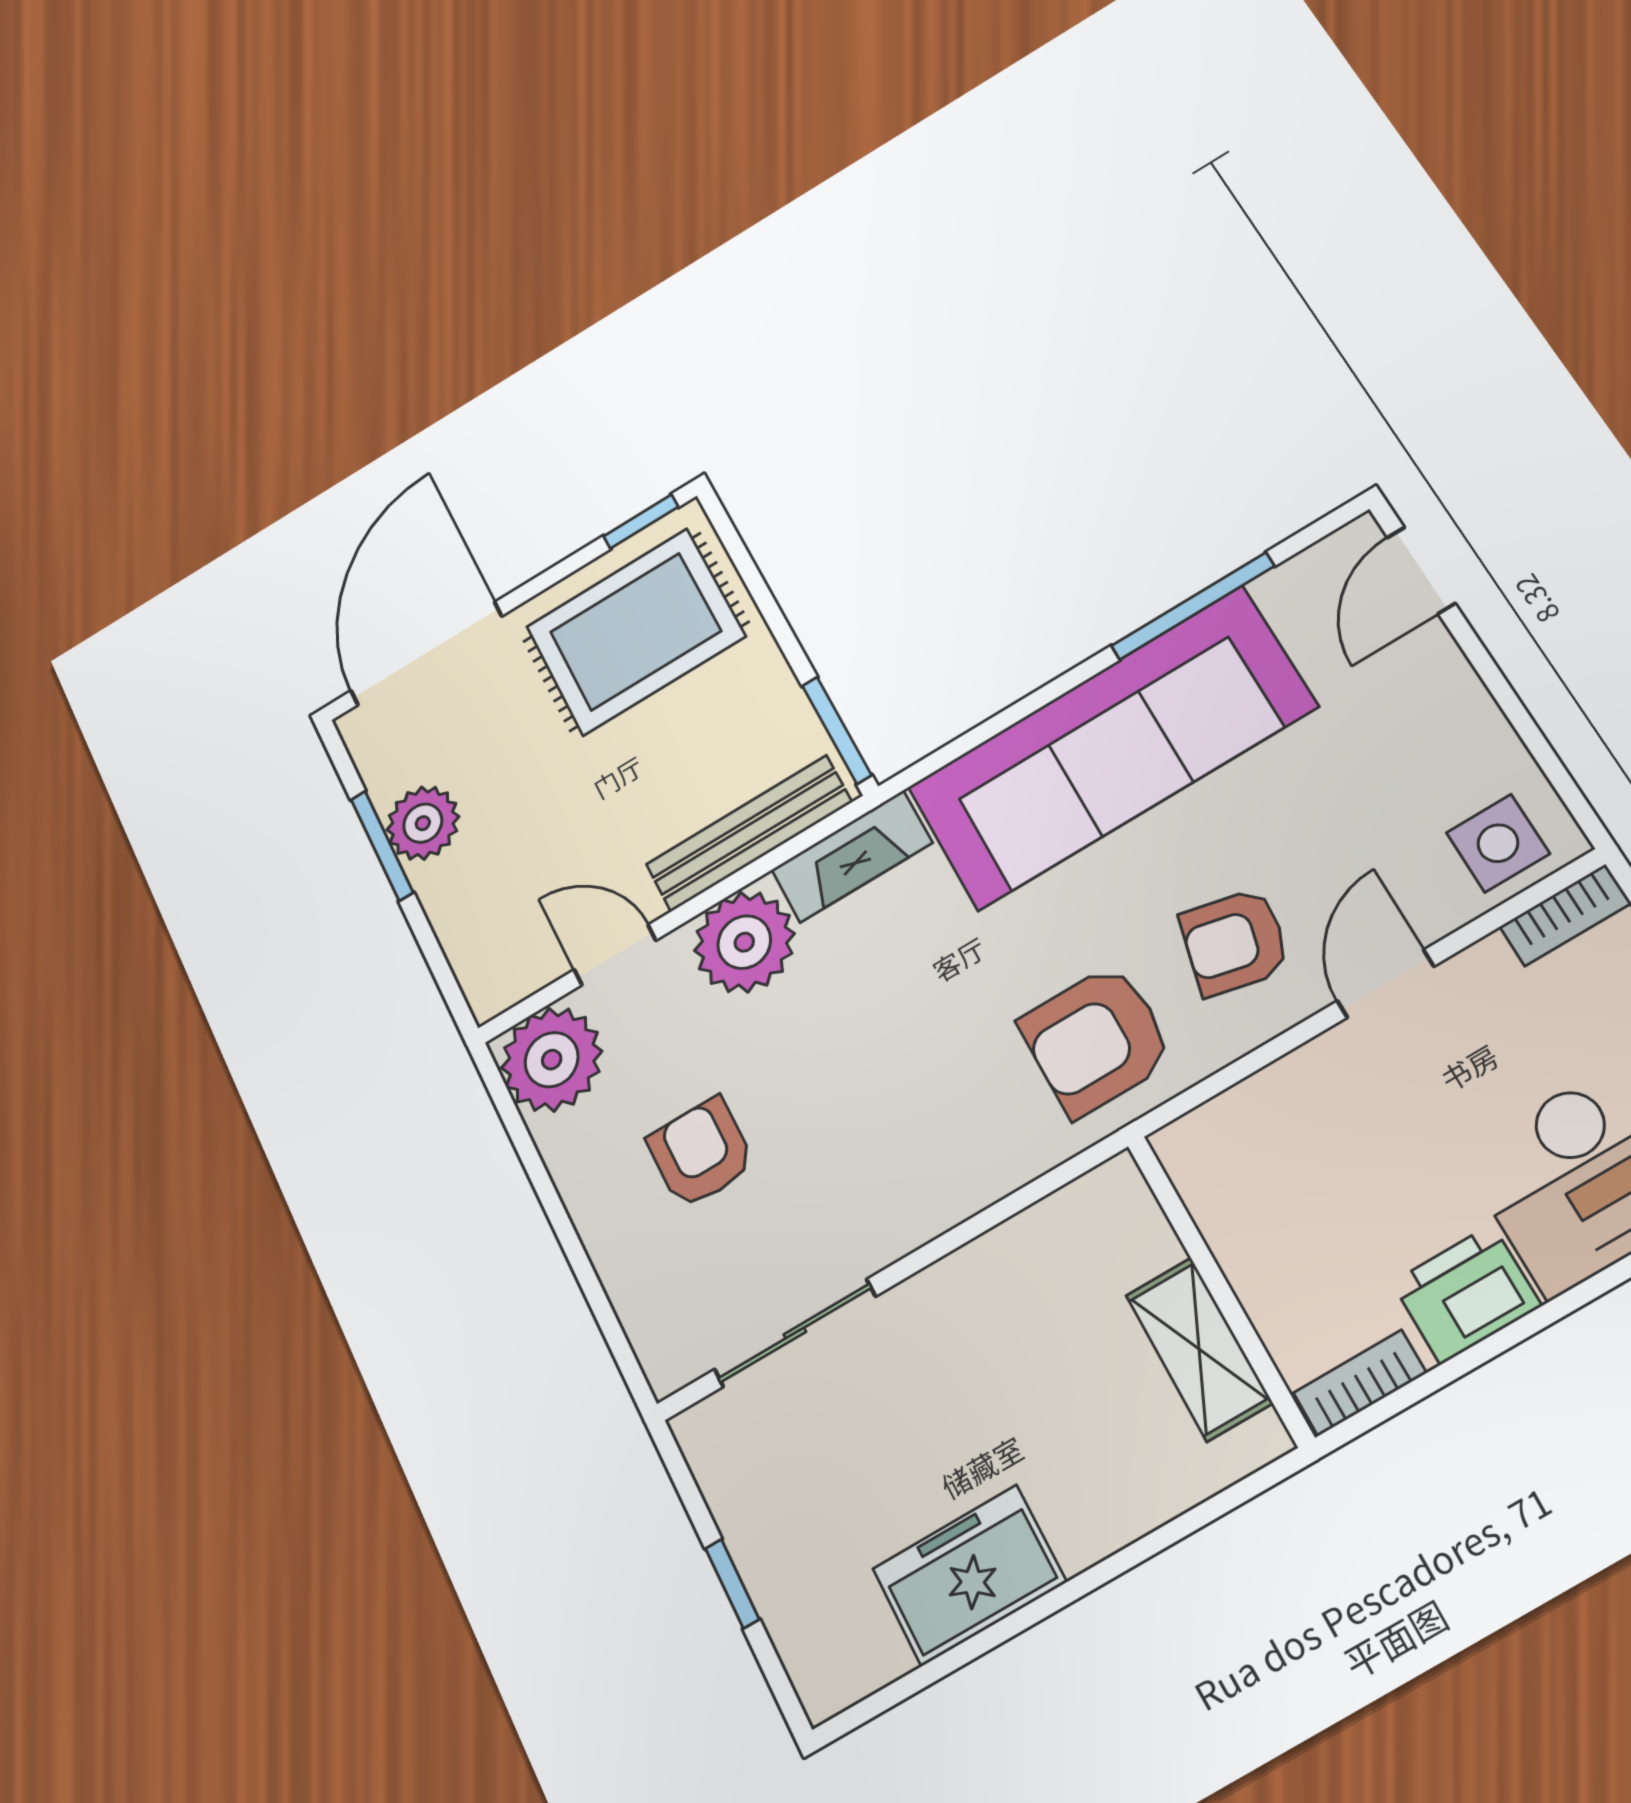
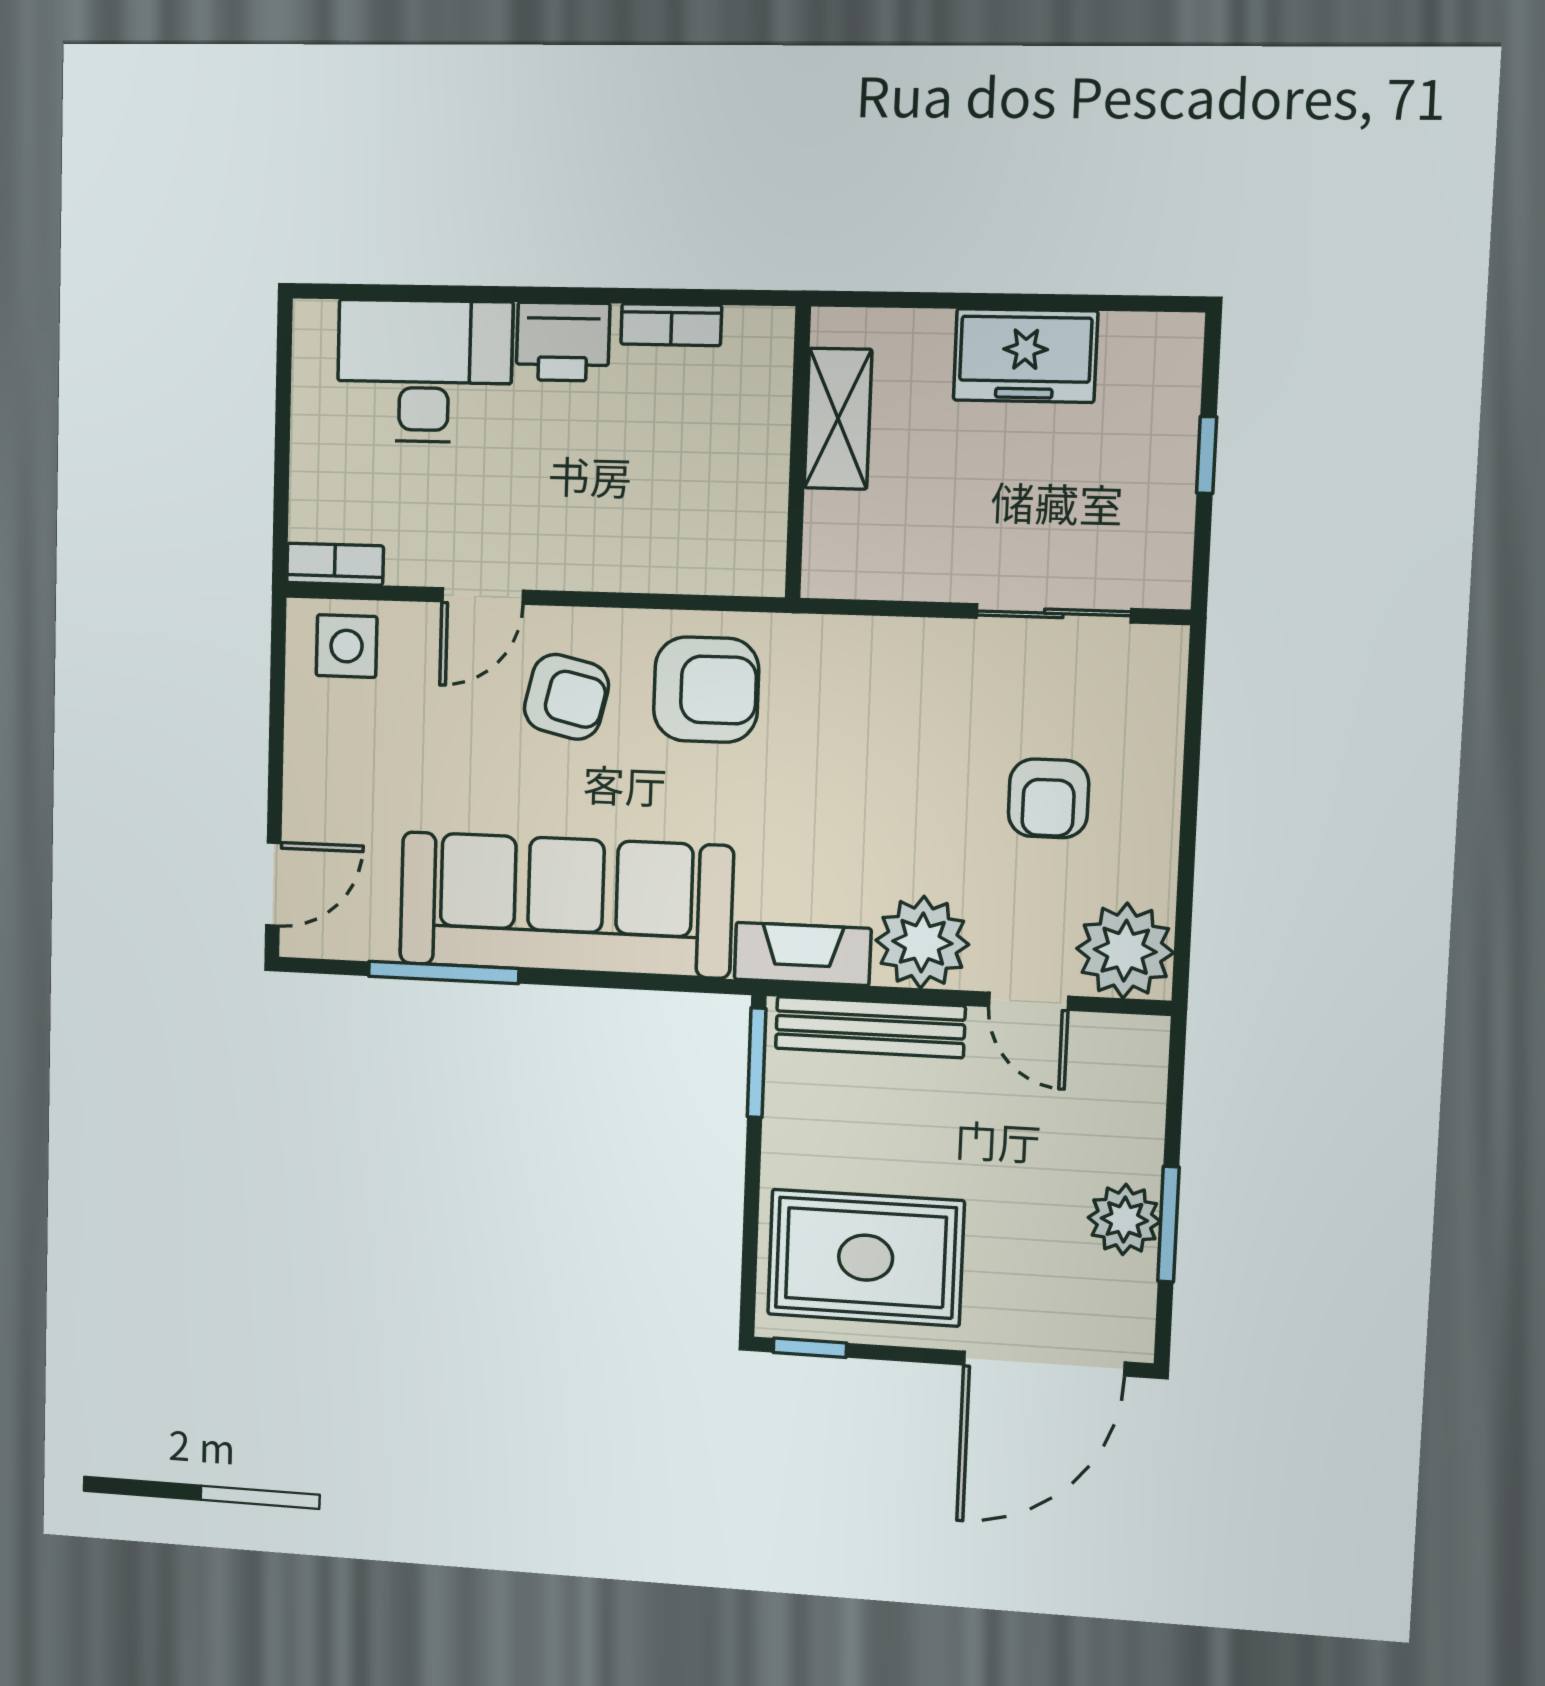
wall: (1220, 1289) -> (798, 453), moved
shelving: (1199, 1349) -> (838, 419), moved

